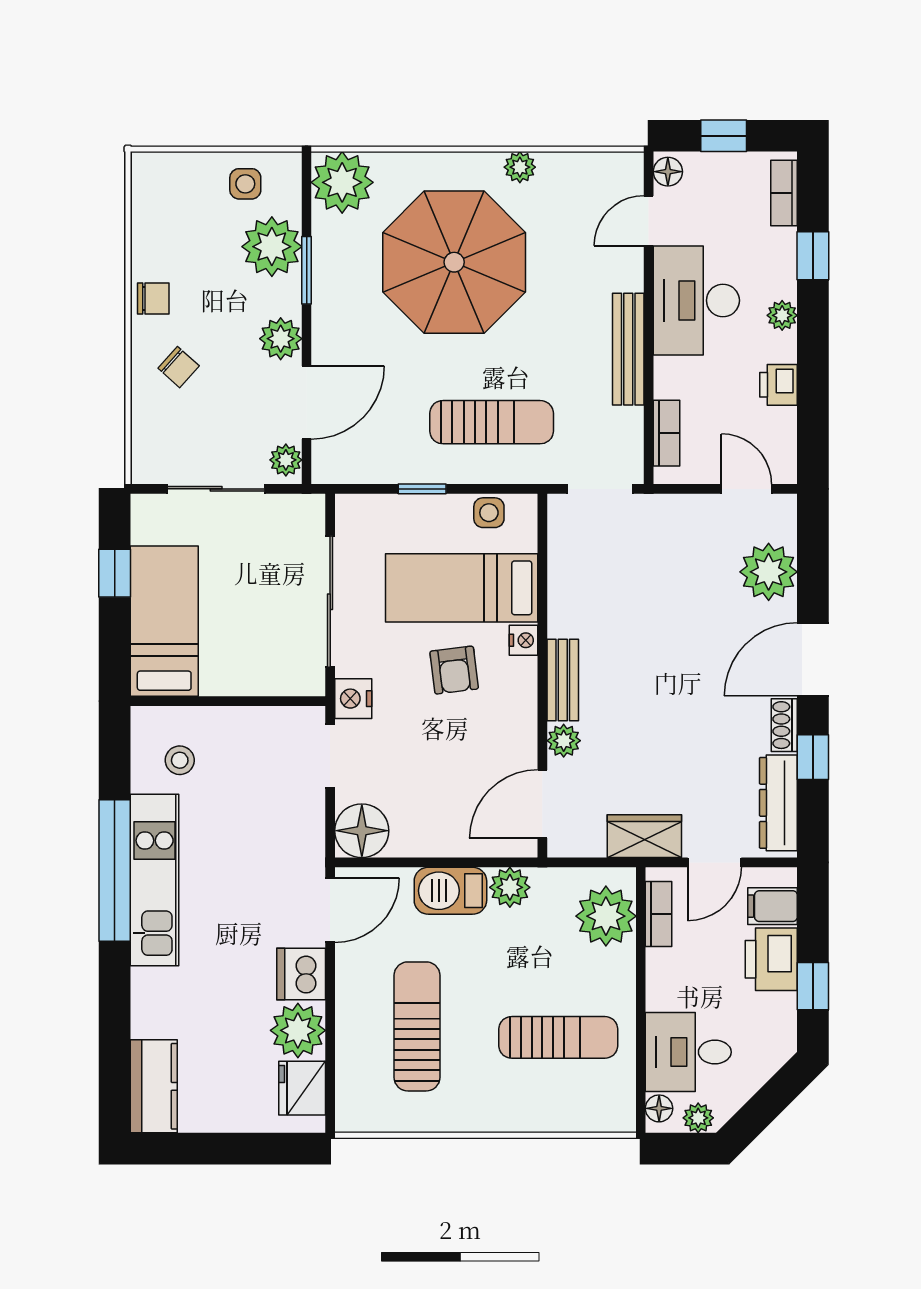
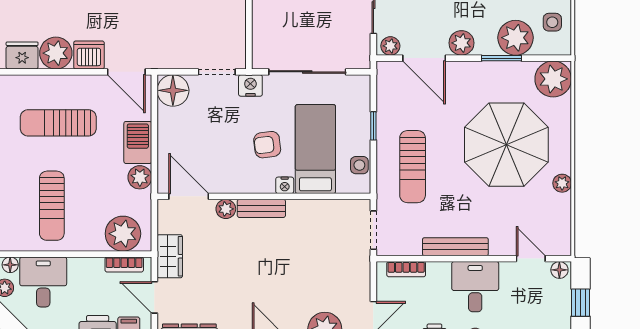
desk: (696, 300) -> (475, 287), width x0.73
sun lounger: (417, 1026) -> (58, 123), turned 180

